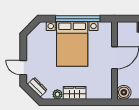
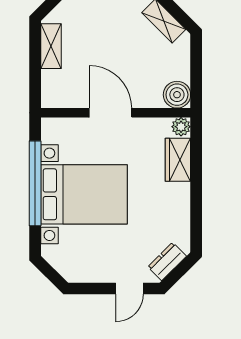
wardrobe: (75, 93) -> (178, 160), moved
plant: (57, 94) -> (181, 127), moved

